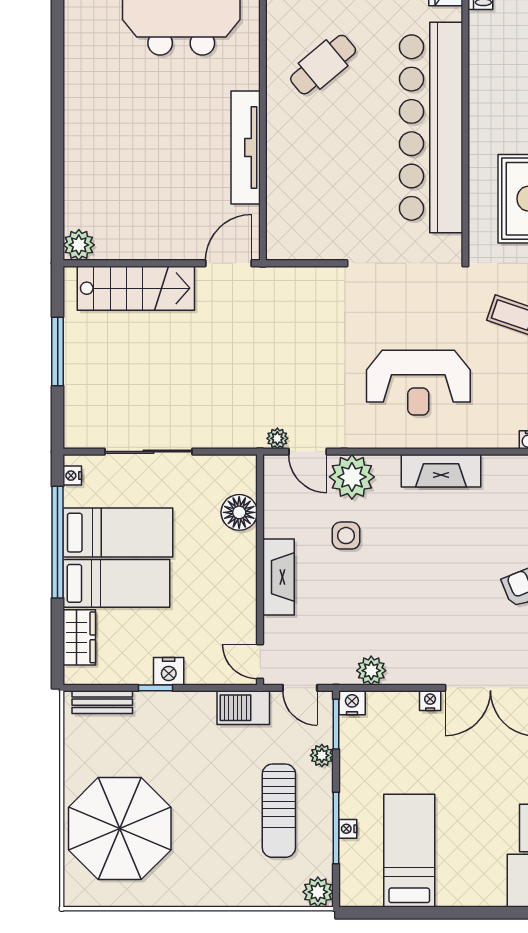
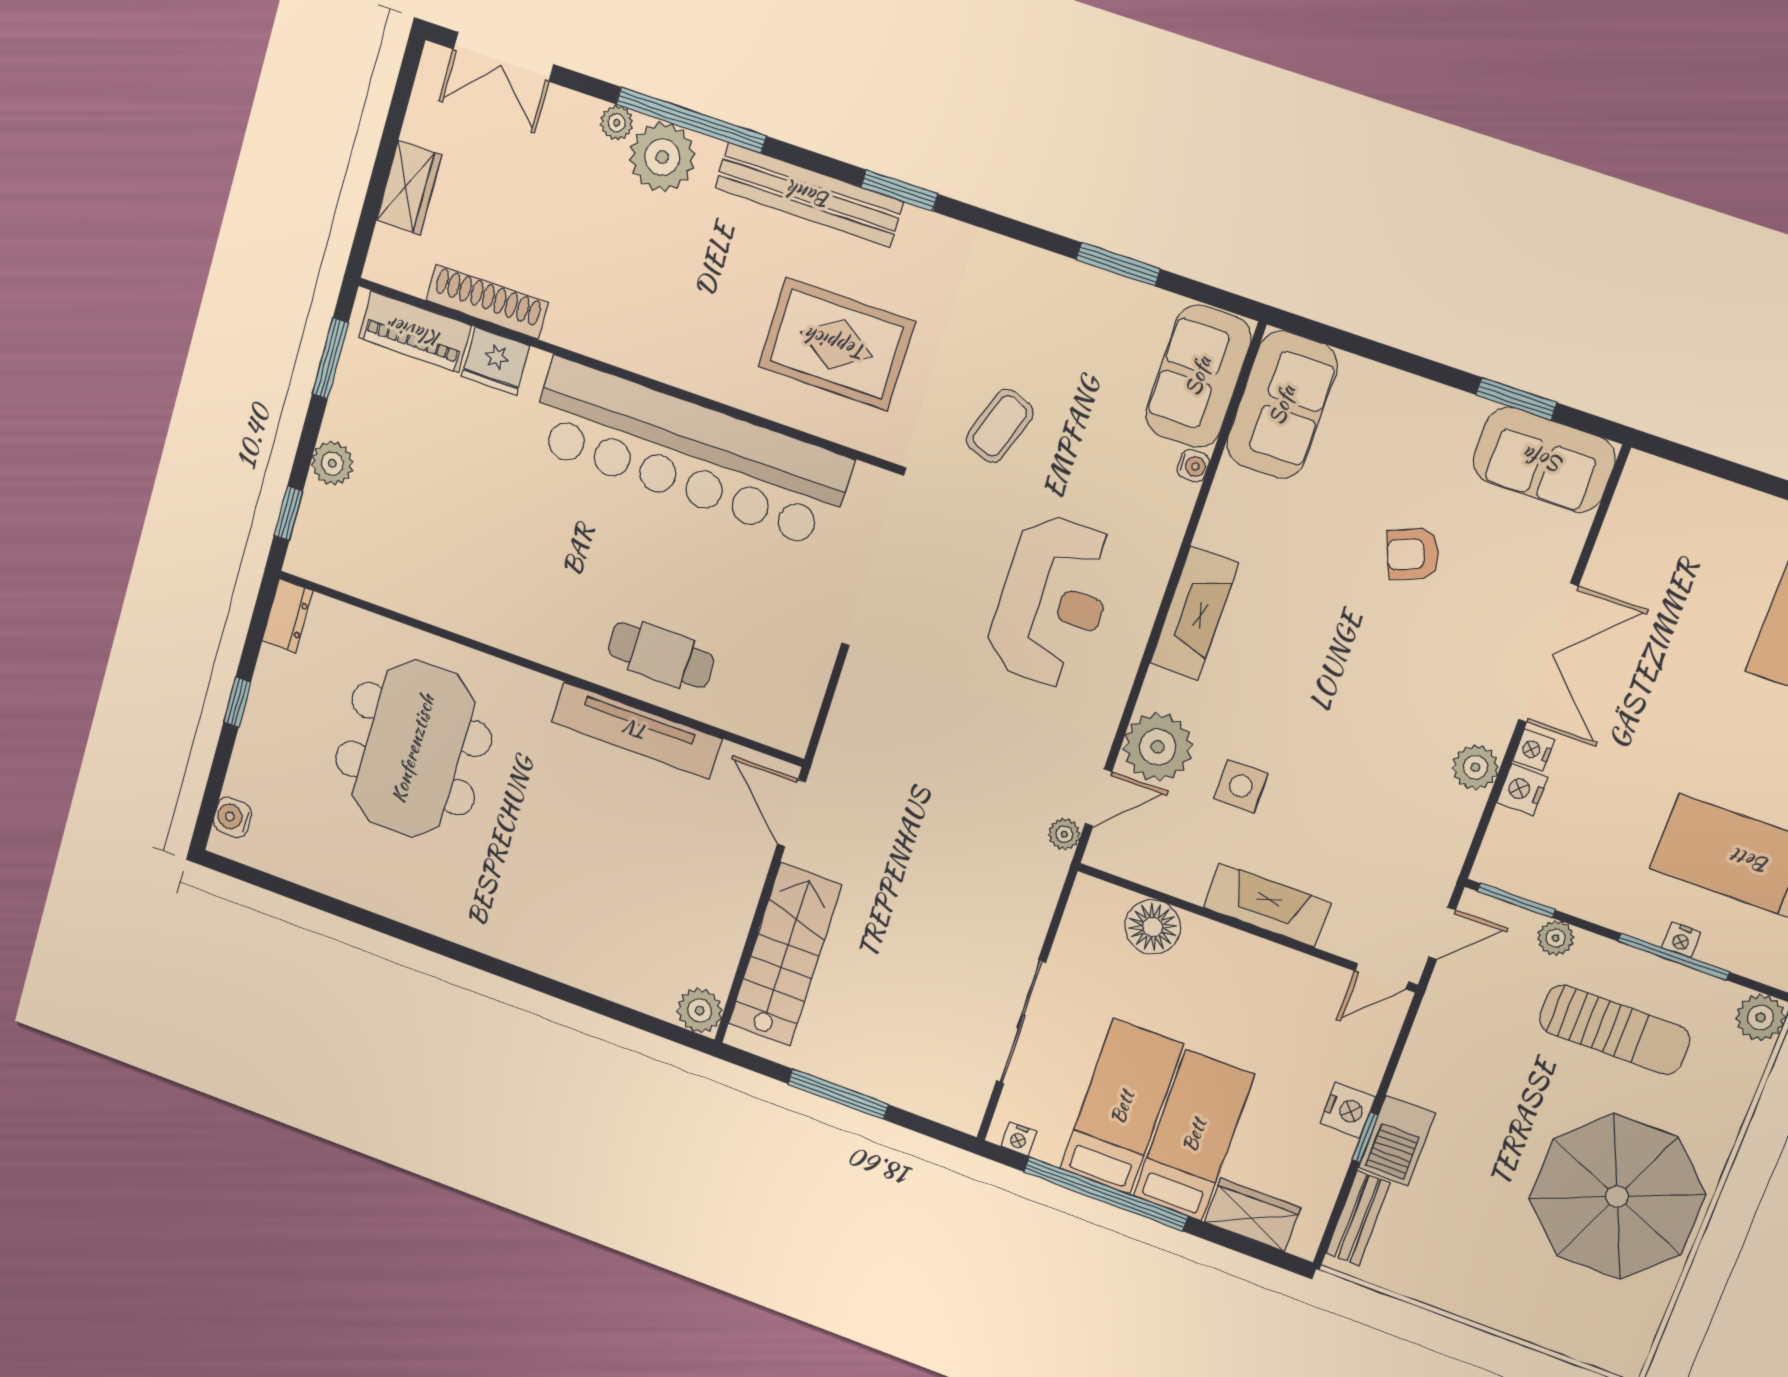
cafe table: (323, 65) -> (661, 655), moved, turned -50
plant: (371, 671) -> (1475, 767), moved
nightstand: (352, 703) -> (1522, 790), moved
barbecue: (243, 708) -> (1397, 1141), moved
parasol: (120, 829) -> (1617, 1197), moved

